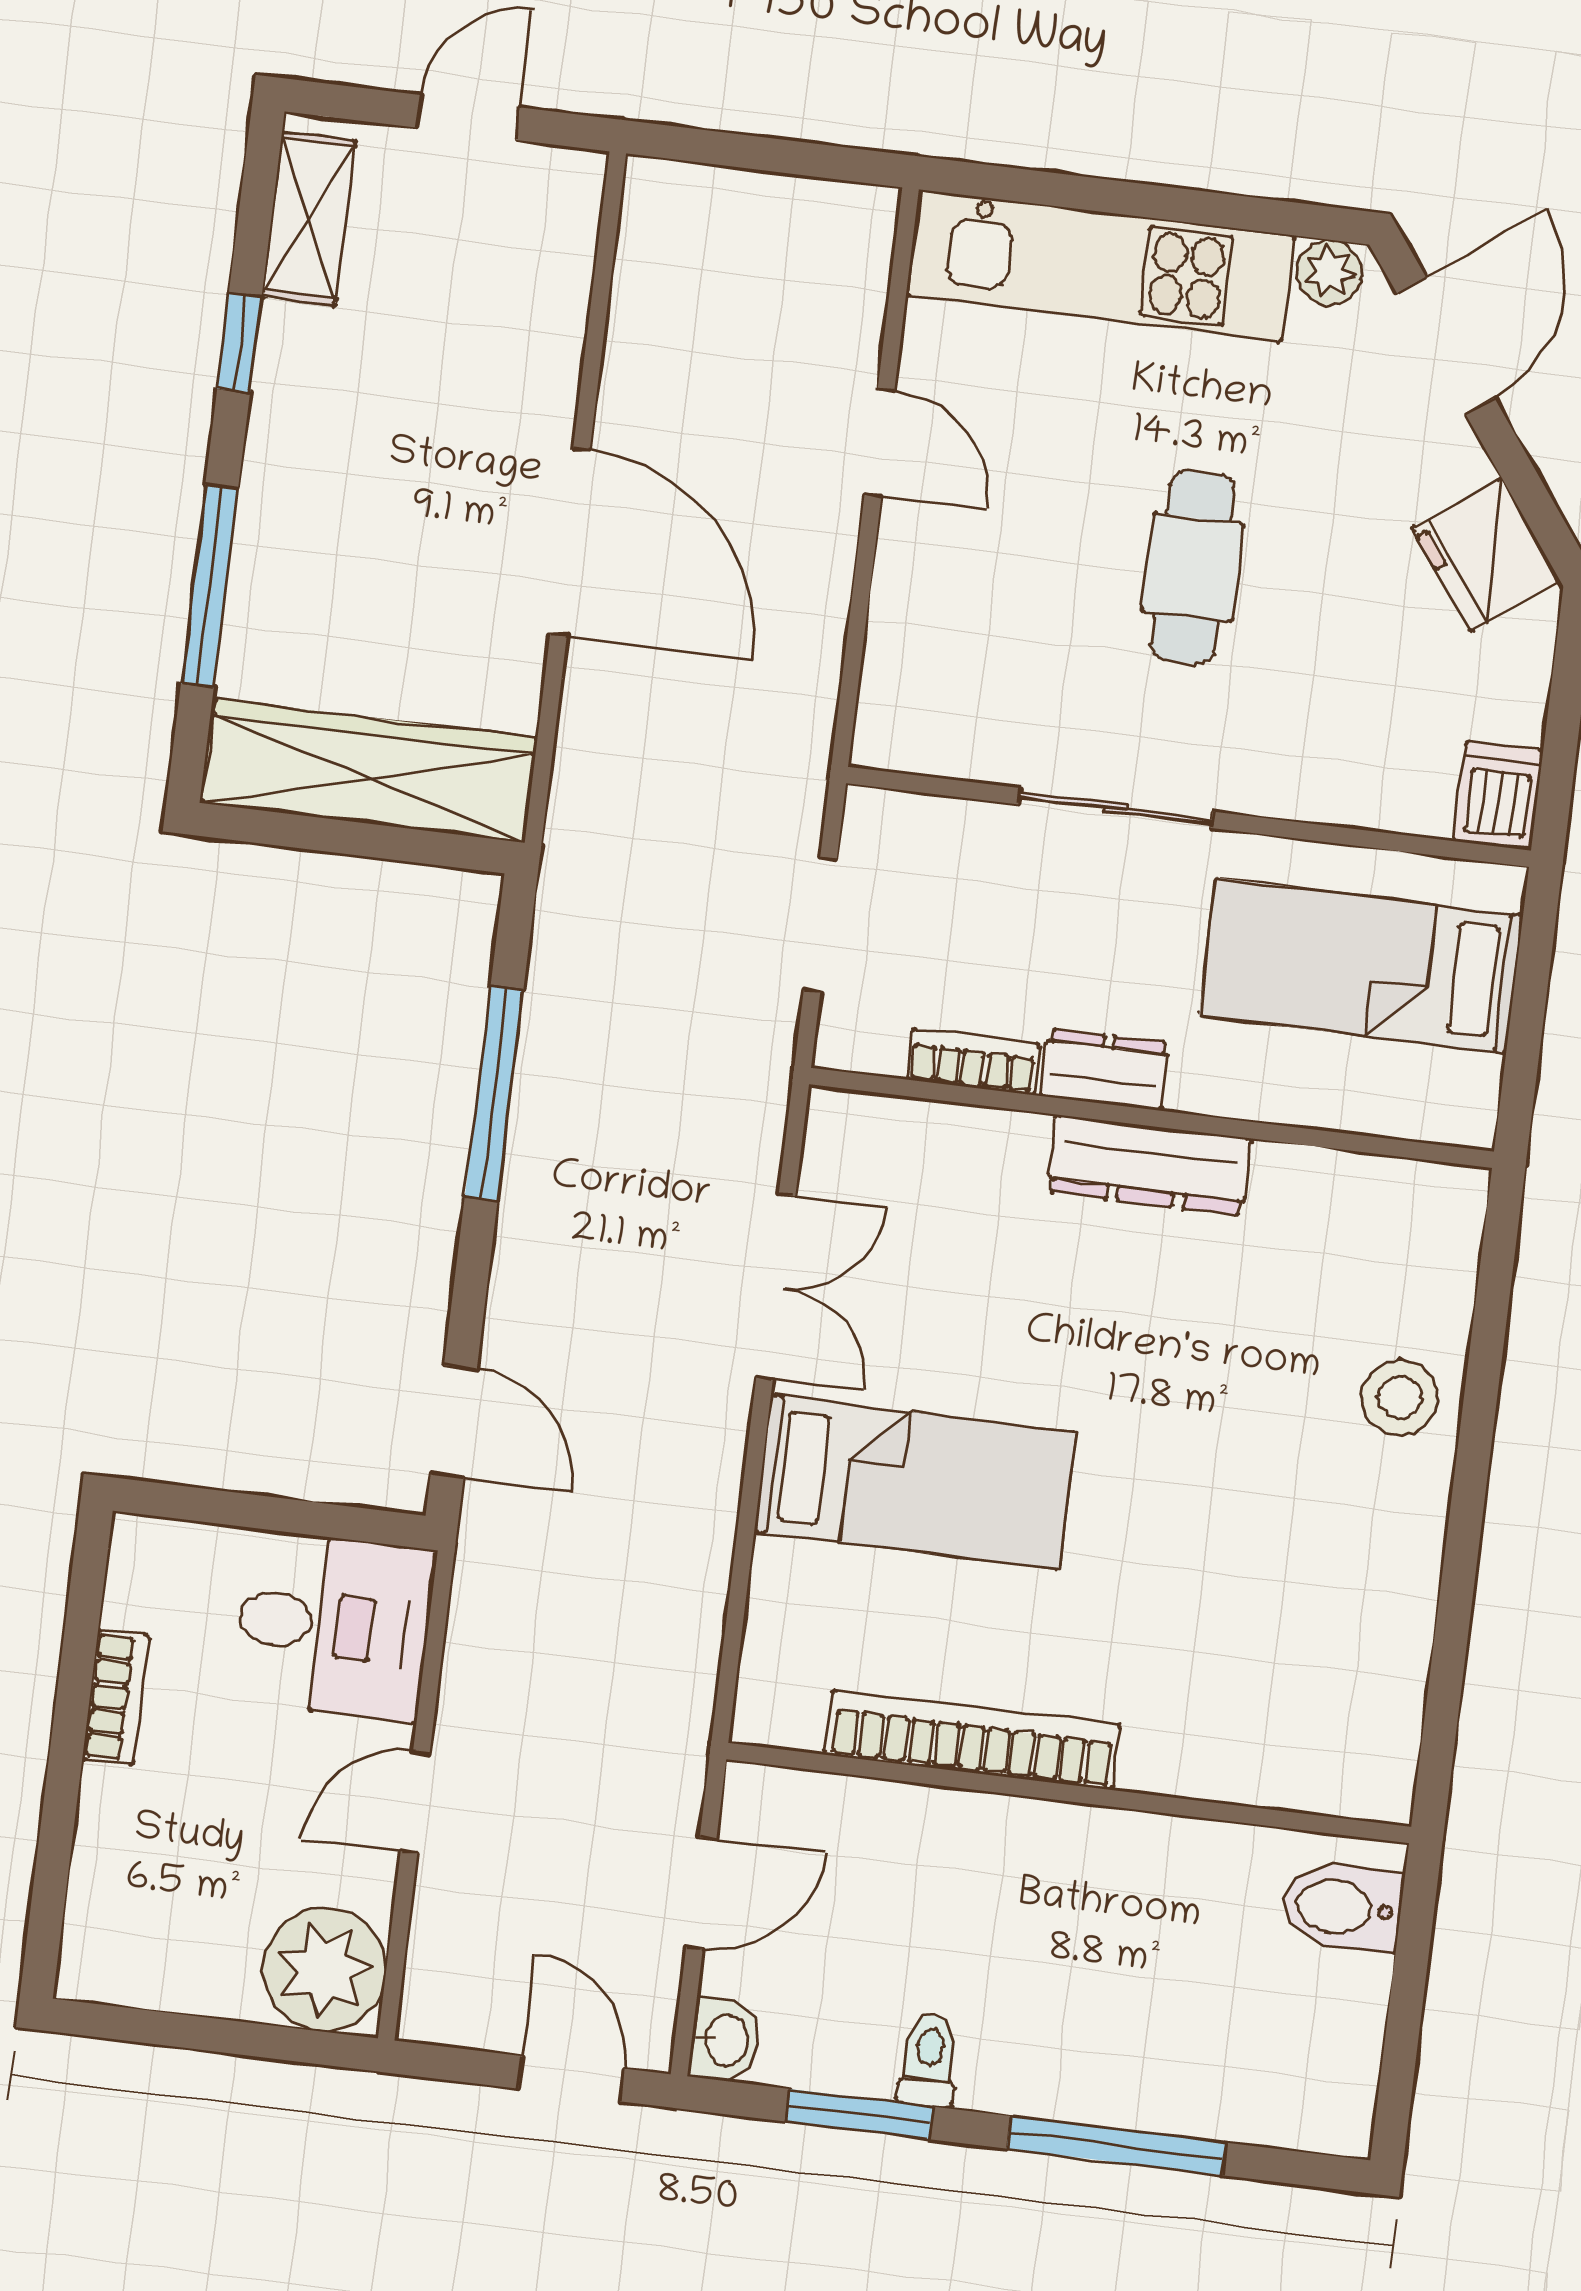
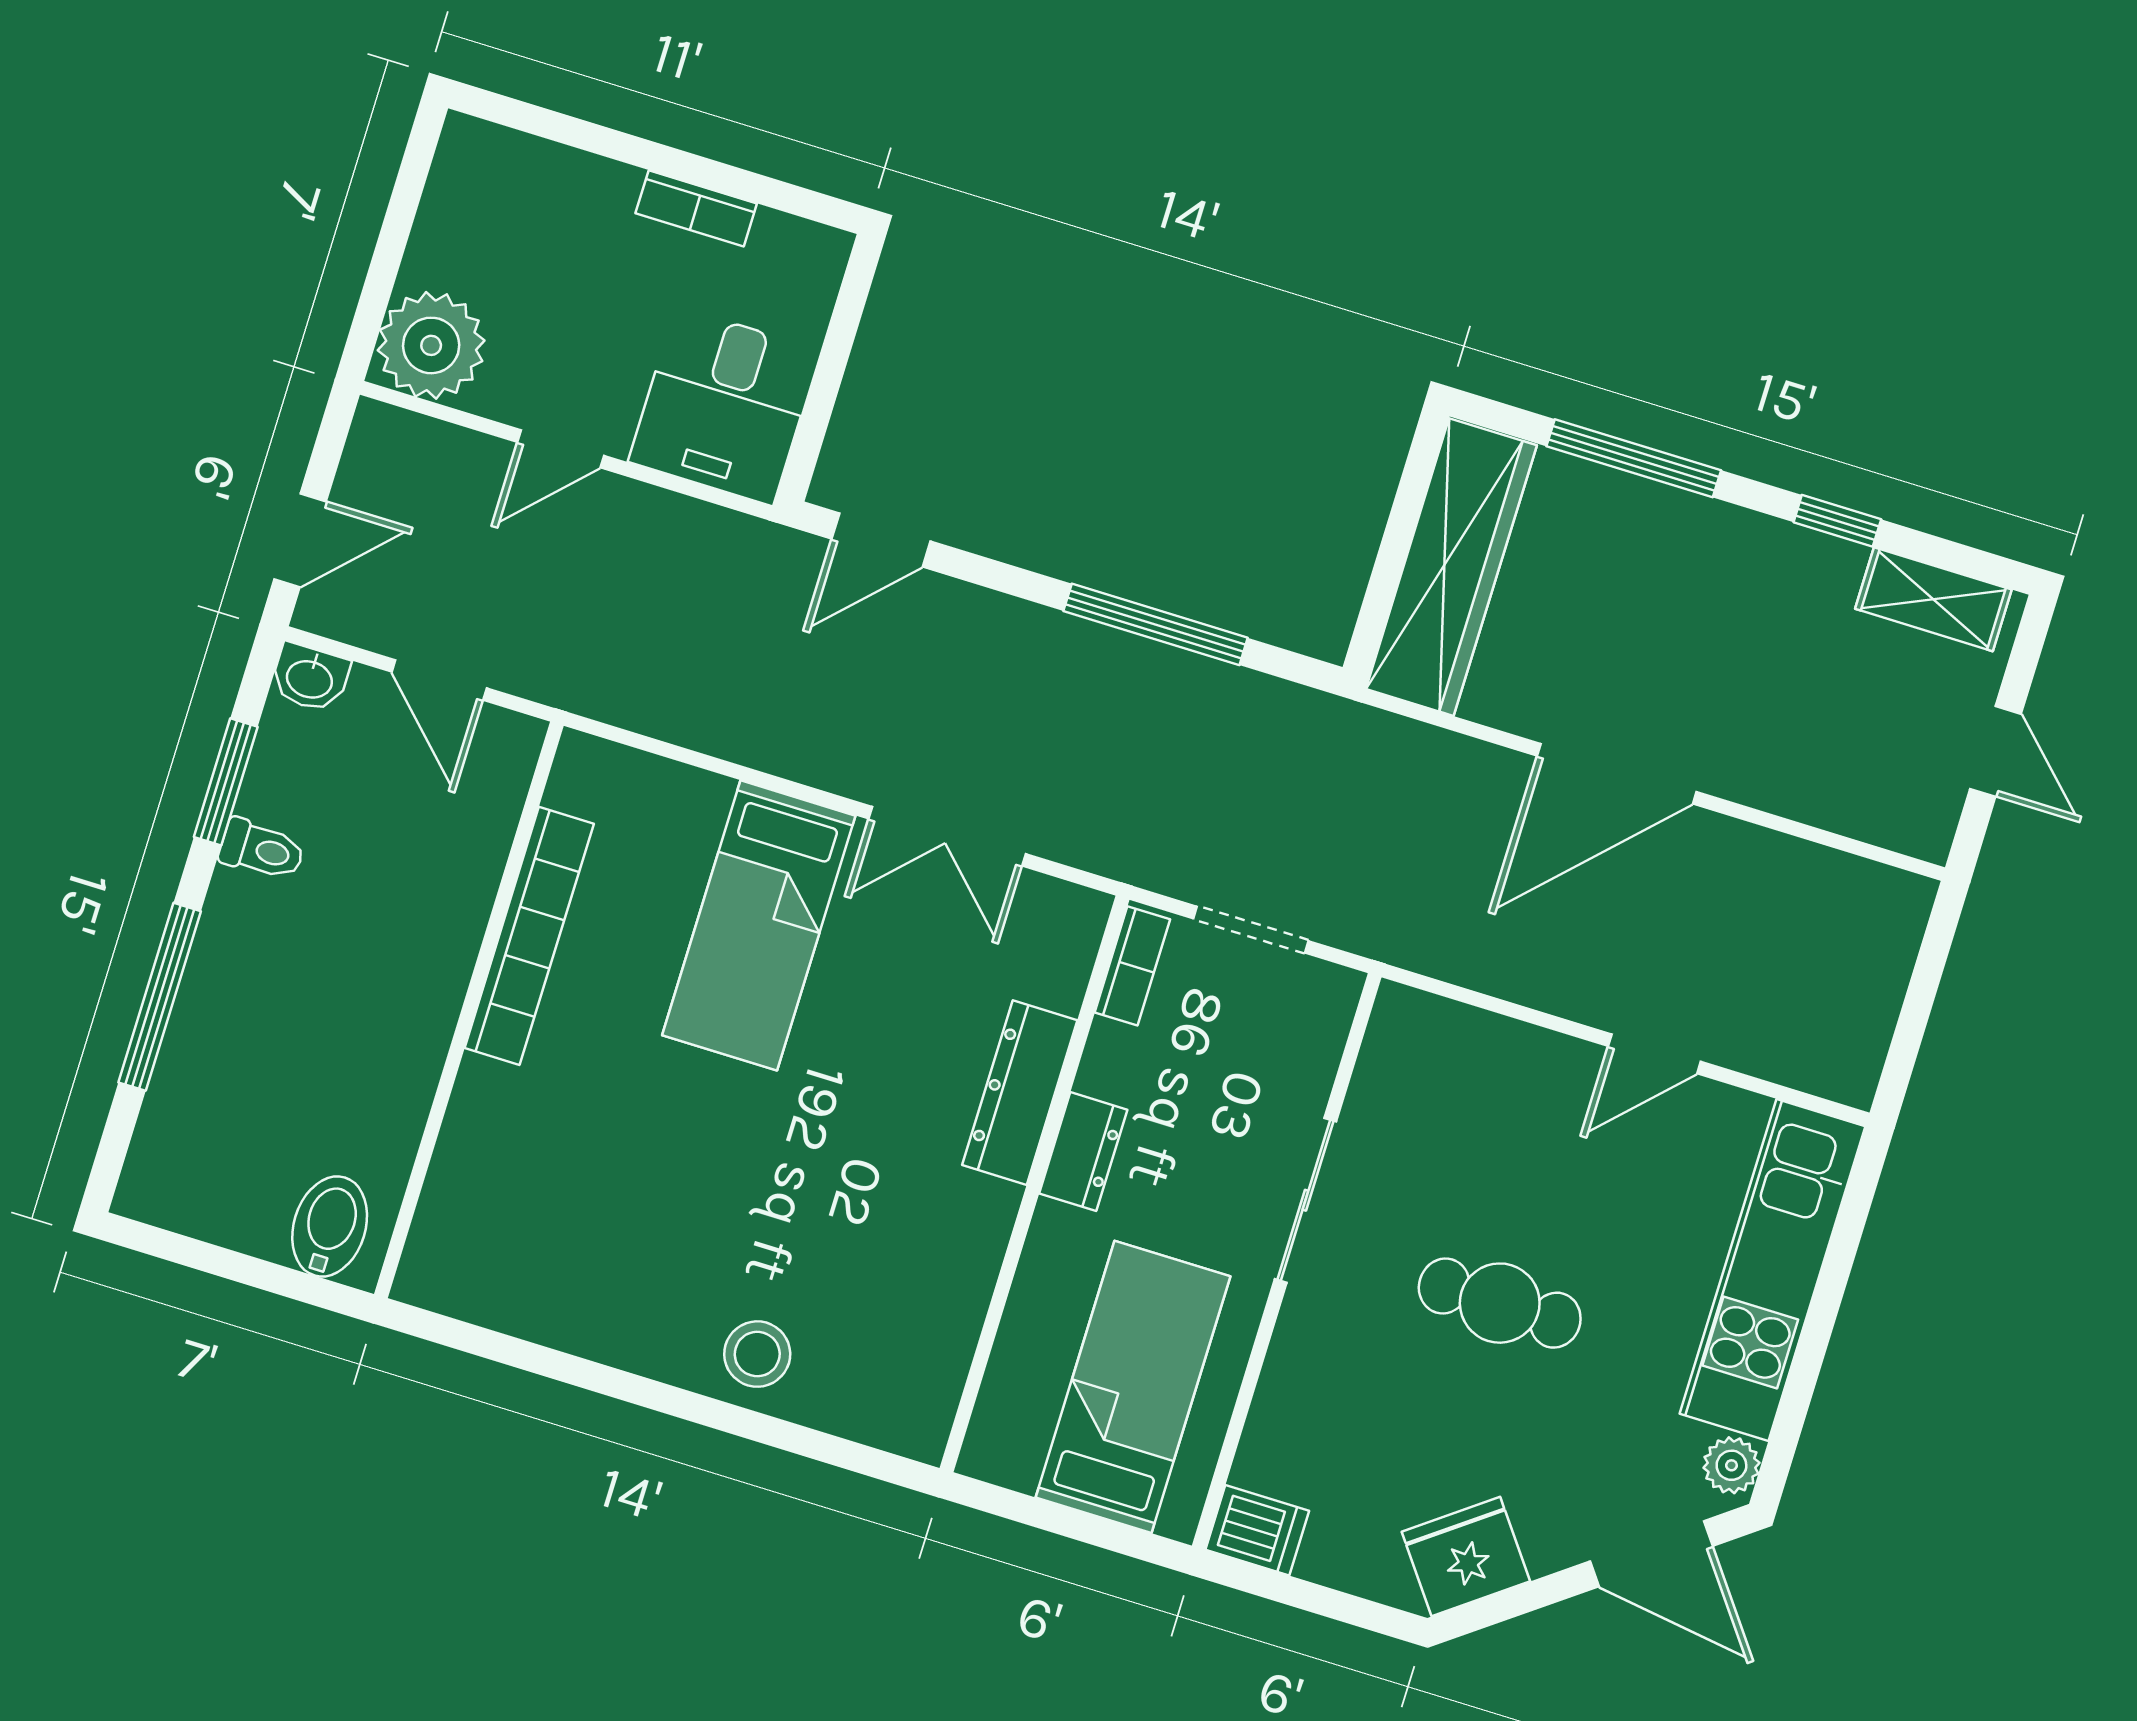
bookcase: (973, 1062) -> (1132, 966), moved
dresser: (1149, 1165) -> (1020, 1093), moved
door: (415, 1802) -> (561, 449), swing flipped

